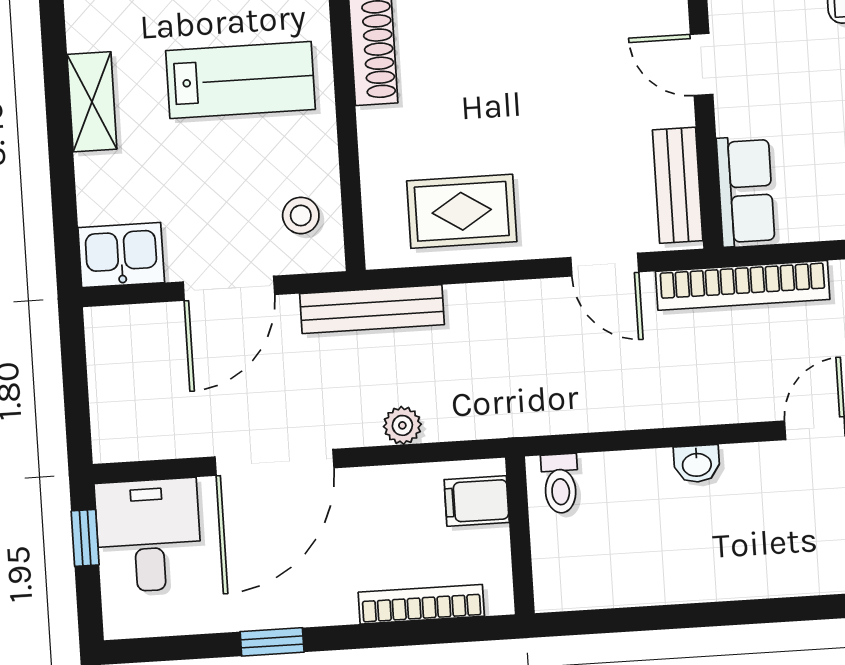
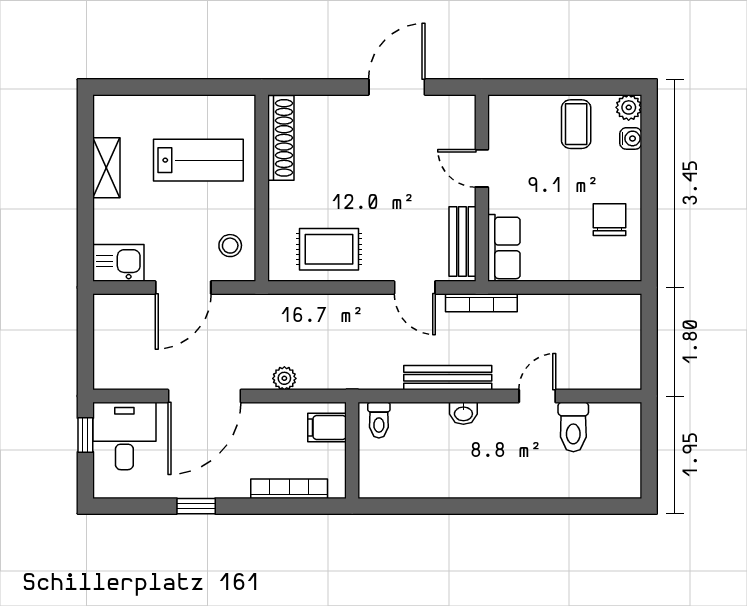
bookcase: (743, 285) -> (481, 303), width x0.68, depth x0.76
bench: (372, 309) -> (448, 378), moved

